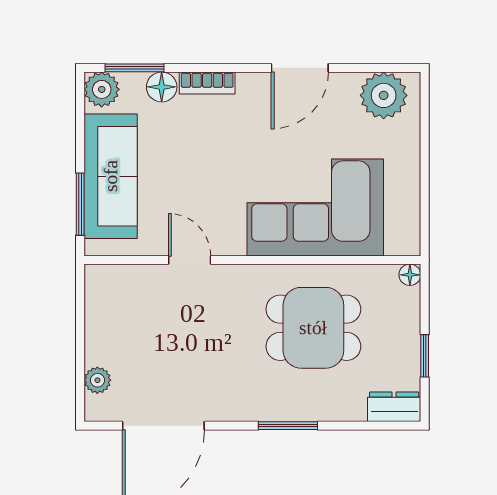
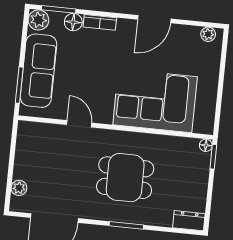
plant: (384, 95) -> (208, 34), width x0.53, depth x0.53
dining table: (313, 328) -> (125, 178), moved
window: (425, 356) -> (213, 157), moved

